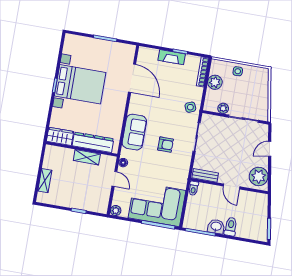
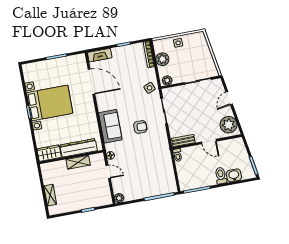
fireplace: (172, 57) -> (100, 55), moved
plant: (223, 108) -> (167, 80), moved
corner sofa: (157, 204) -> (152, 180), removed
washbasin: (216, 227) -> (234, 175), moved

